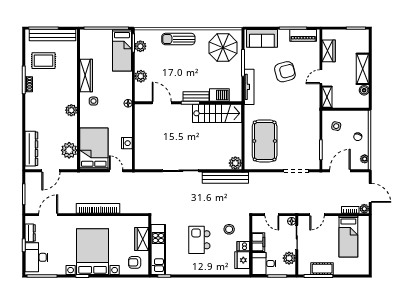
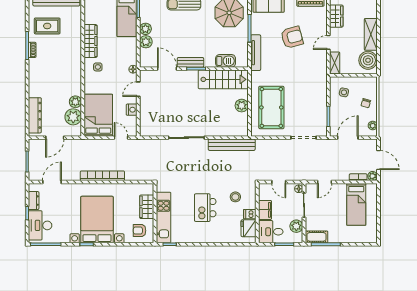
plant: (140, 46) -> (145, 29), moved
boiler: (364, 90) -> (368, 60), width x1.86, depth x1.86
bench: (196, 96) -> (190, 62), moved
plant: (71, 110) -> (75, 102), moved
door: (133, 123) -> (138, 89), added
plant: (235, 163) -> (242, 106), moved
cot: (322, 269) -> (317, 237), moved

